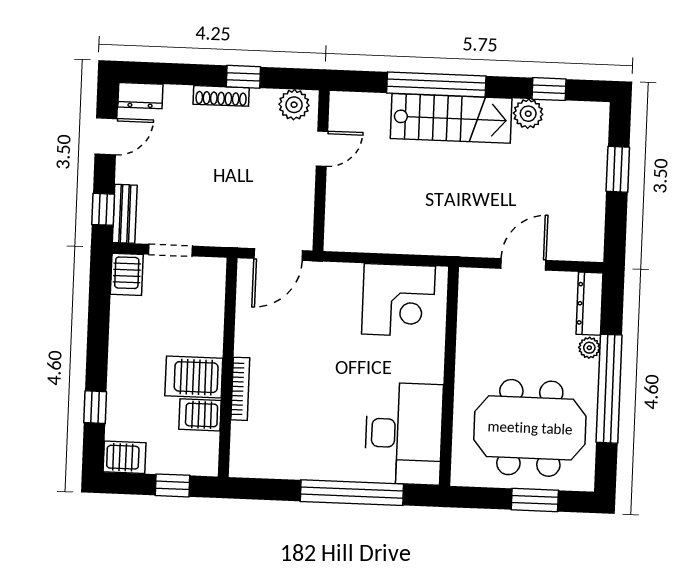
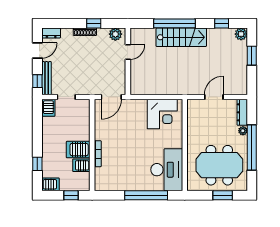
plant: (528, 114) -> (241, 34), moved
bench: (125, 214) -> (47, 78), width x1.36

